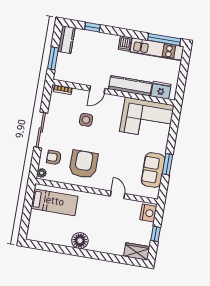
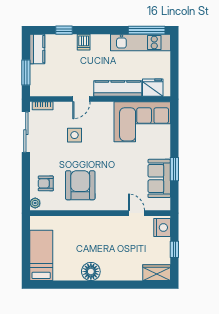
dishwasher: (125, 43) -> (84, 42), moved
sliding door: (41, 130) -> (26, 132), moved
door: (118, 195) -> (137, 213), moved
bed: (54, 202) -> (41, 255), moved, turned -90

